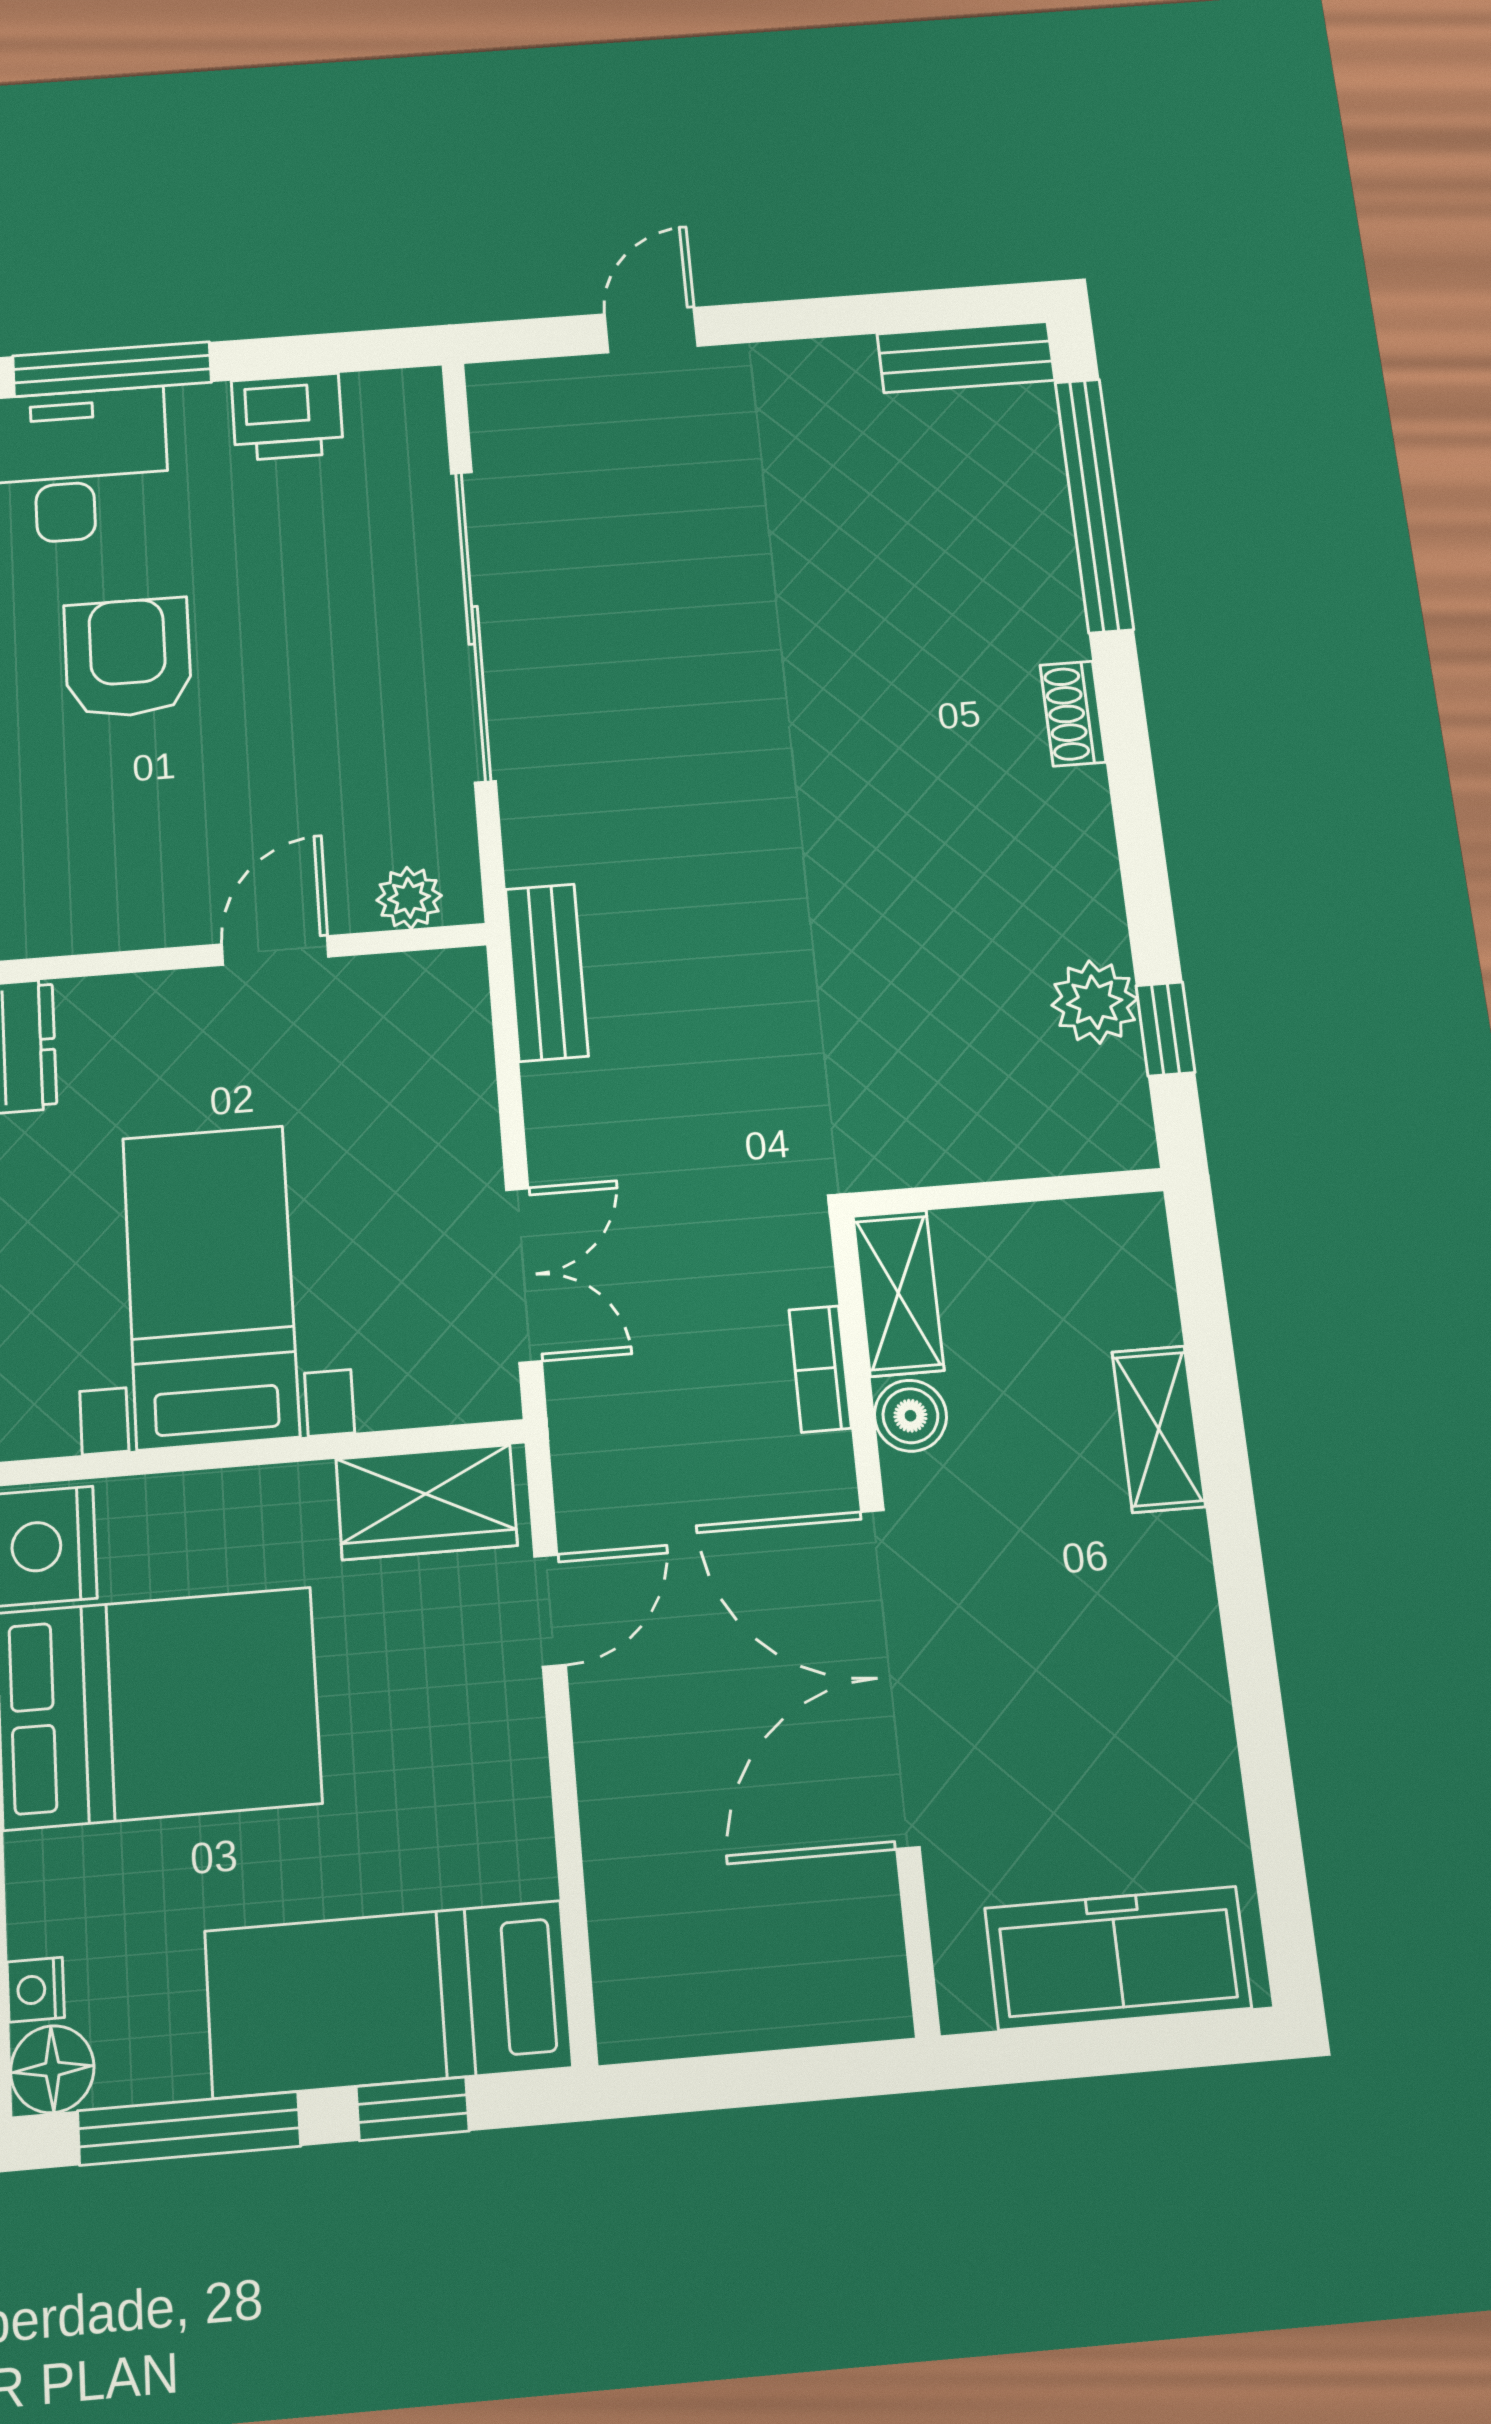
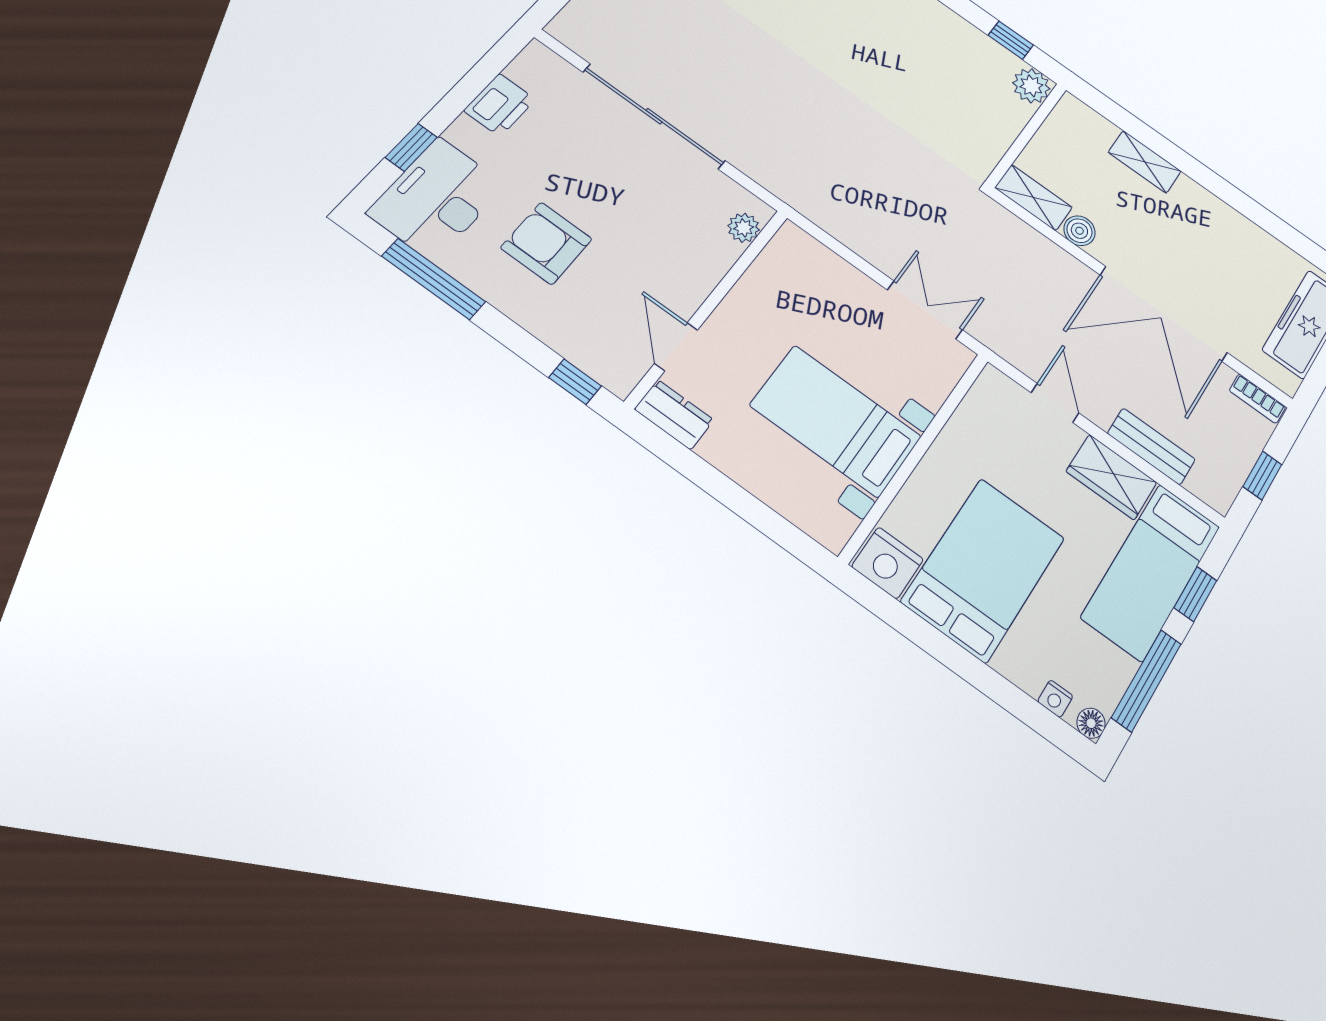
window: (112, 369) -> (411, 147), width x0.46
door: (275, 951) -> (676, 347), moved
bench: (547, 972) -> (1151, 446), moved
plant: (1095, 1002) -> (1031, 86), moved
bookcase: (820, 1369) -> (1257, 399), moved
wardrobe: (426, 1502) -> (1112, 477), moved, turned 90
floor lamp: (52, 2069) -> (1091, 723), width x0.73, depth x0.73
window: (739, 2080) -> (1262, 476), added

